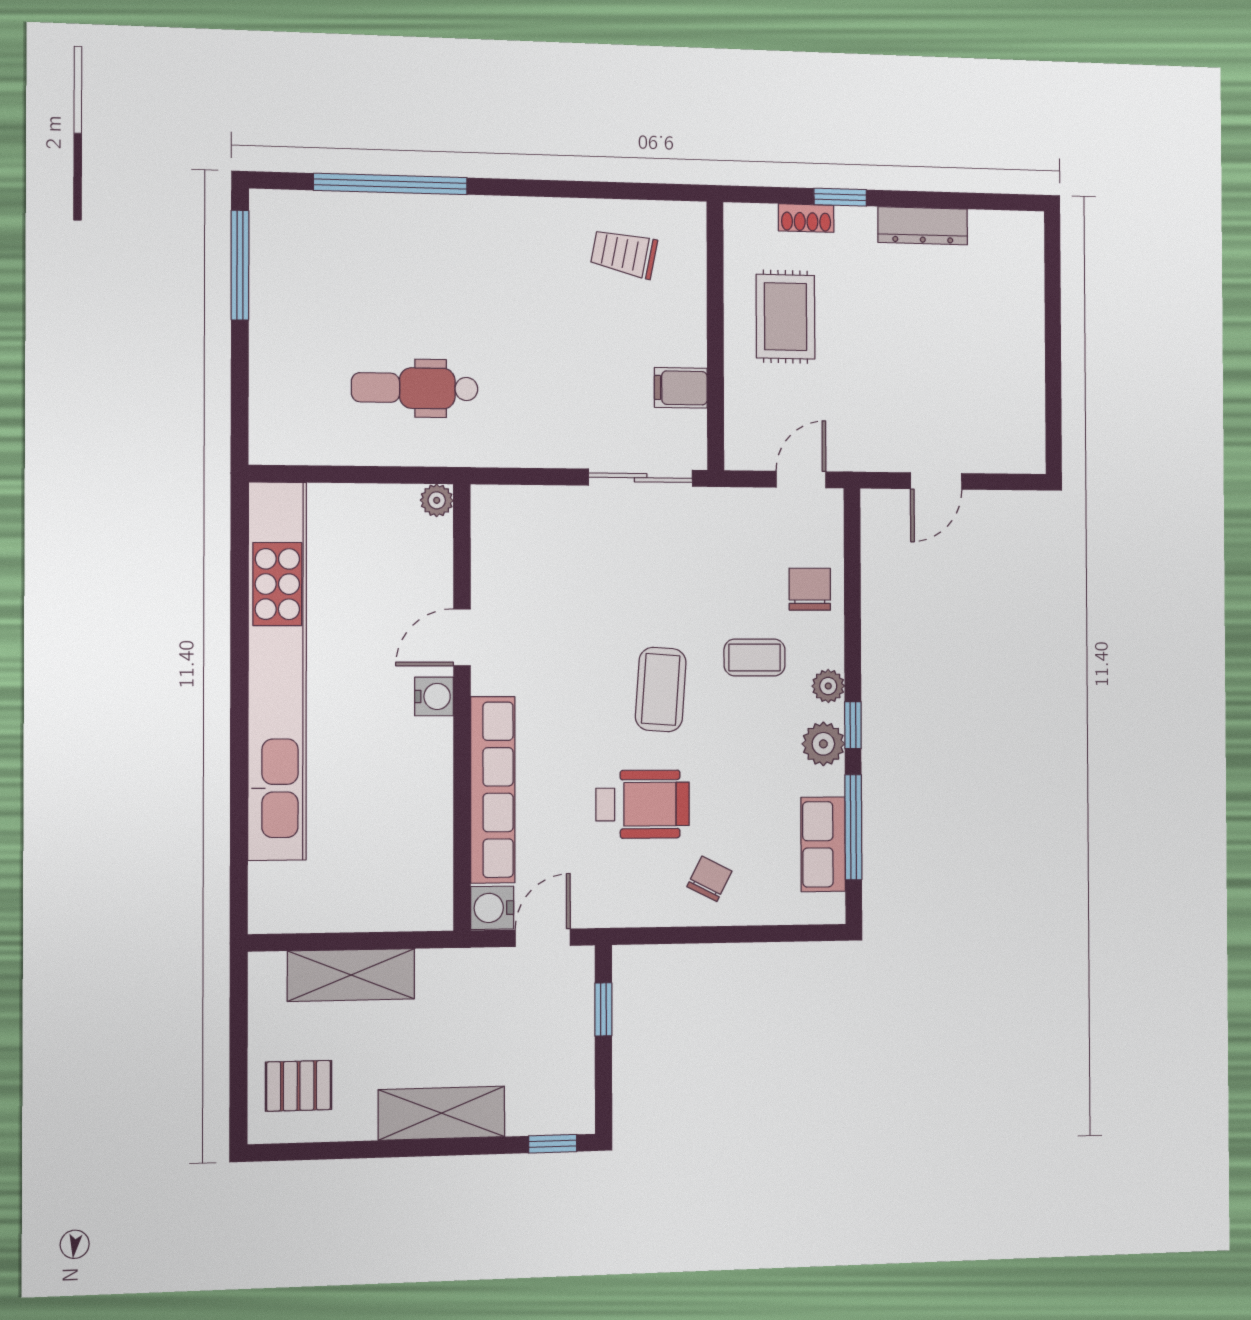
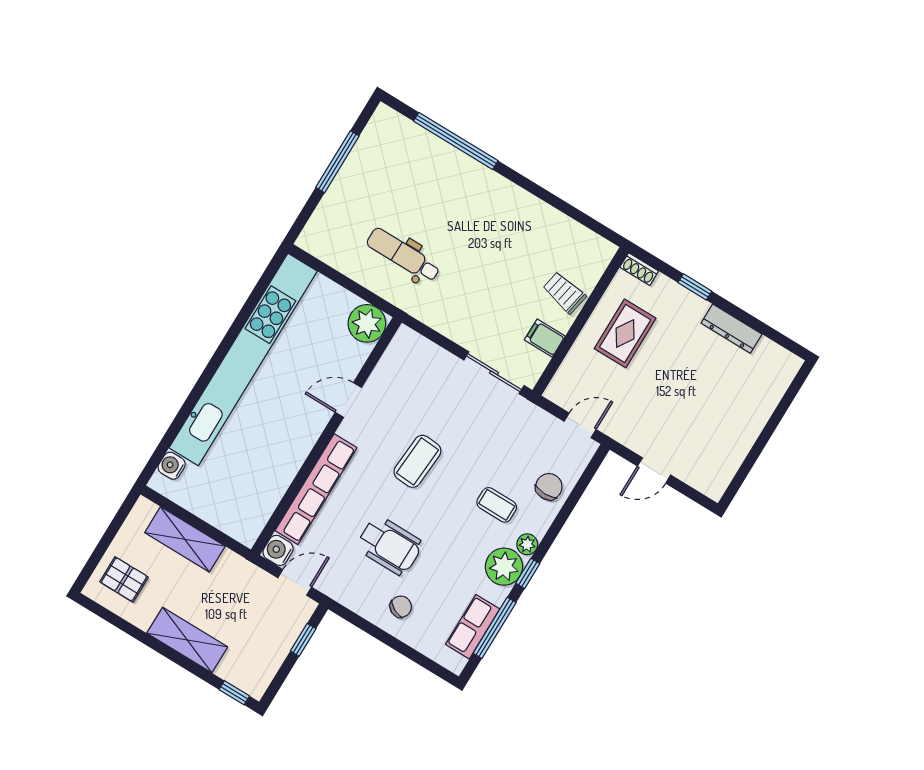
shoe rack: (806, 218) -> (639, 269), moved
trolley: (624, 253) -> (564, 293), moved
window: (240, 265) -> (337, 162), moved
plant: (437, 500) -> (367, 323), width x1.88, depth x1.88
coffee table: (661, 689) -> (417, 461), moved
water cooler: (434, 696) -> (172, 466), moved, turned 180
plant: (823, 744) -> (504, 567), width x1.36, depth x1.36

